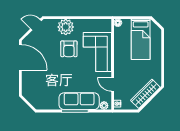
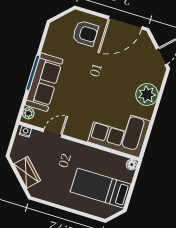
armchair: (69, 49) -> (85, 33), moved, turned 180
corner sofa: (97, 52) -> (119, 131), moved
wardrobe: (145, 94) -> (27, 172), width x0.67

